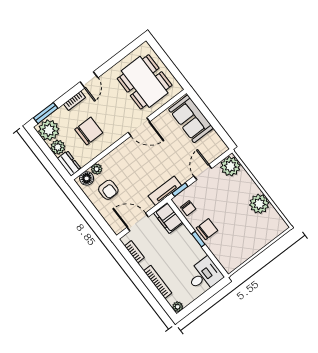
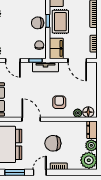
window: (46, 113) -> (15, 172), moved
chair: (89, 131) -> (53, 143), moved
door: (203, 172) -> (13, 60), hinge flipped
armchair: (108, 190) -> (59, 102), moved
rug: (185, 248) -> (60, 22), added

